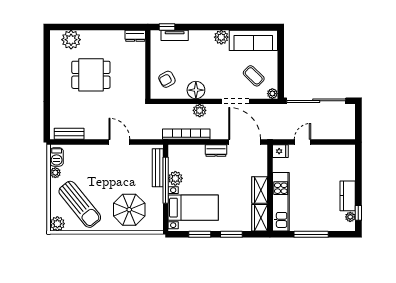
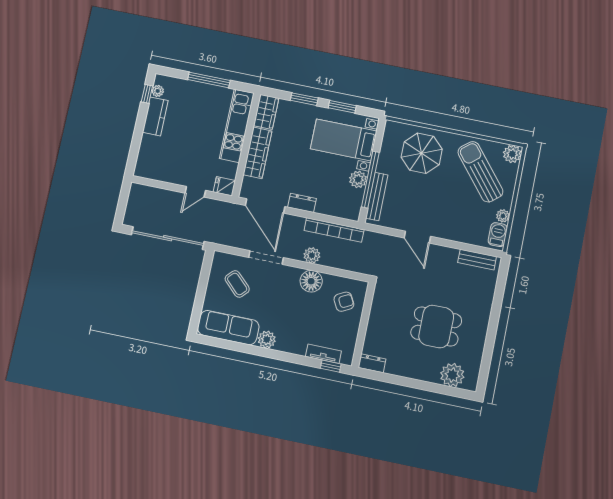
plant: (272, 94) -> (219, 258), removed
wardrobe: (260, 190) -> (258, 153), width x1.50

